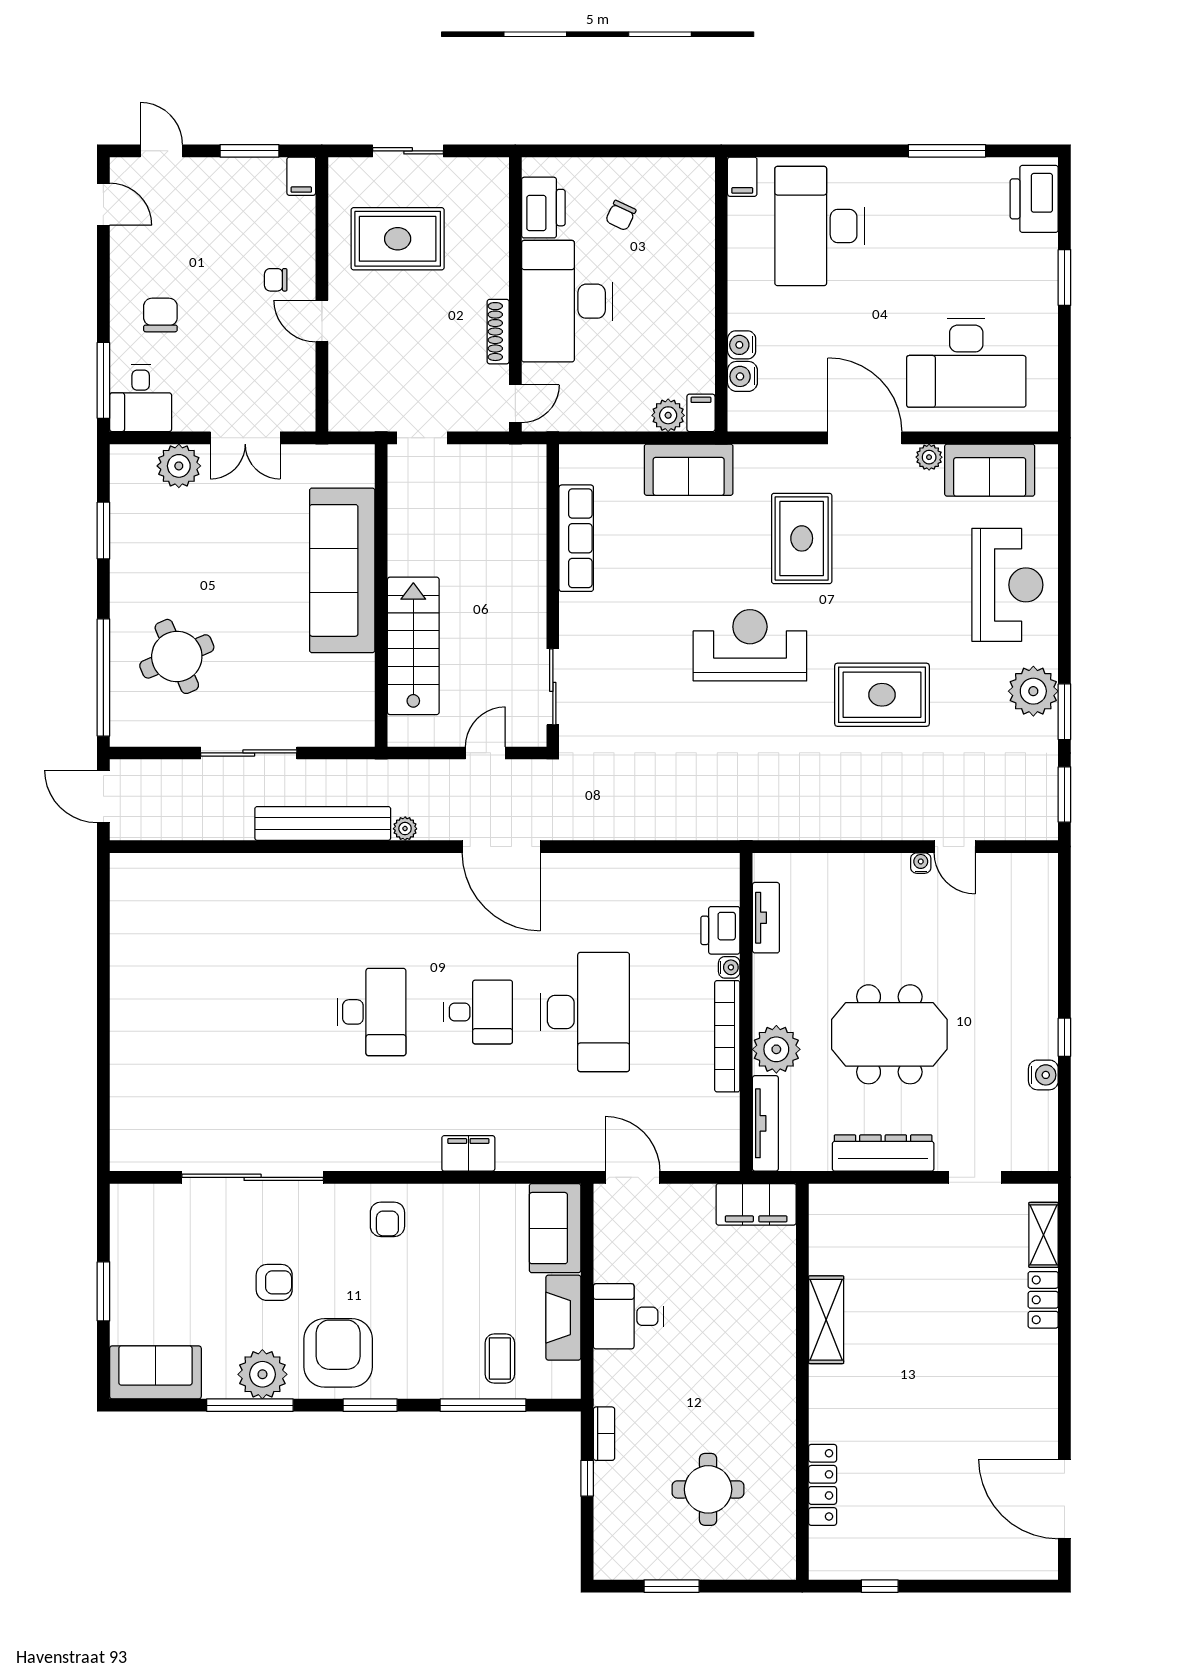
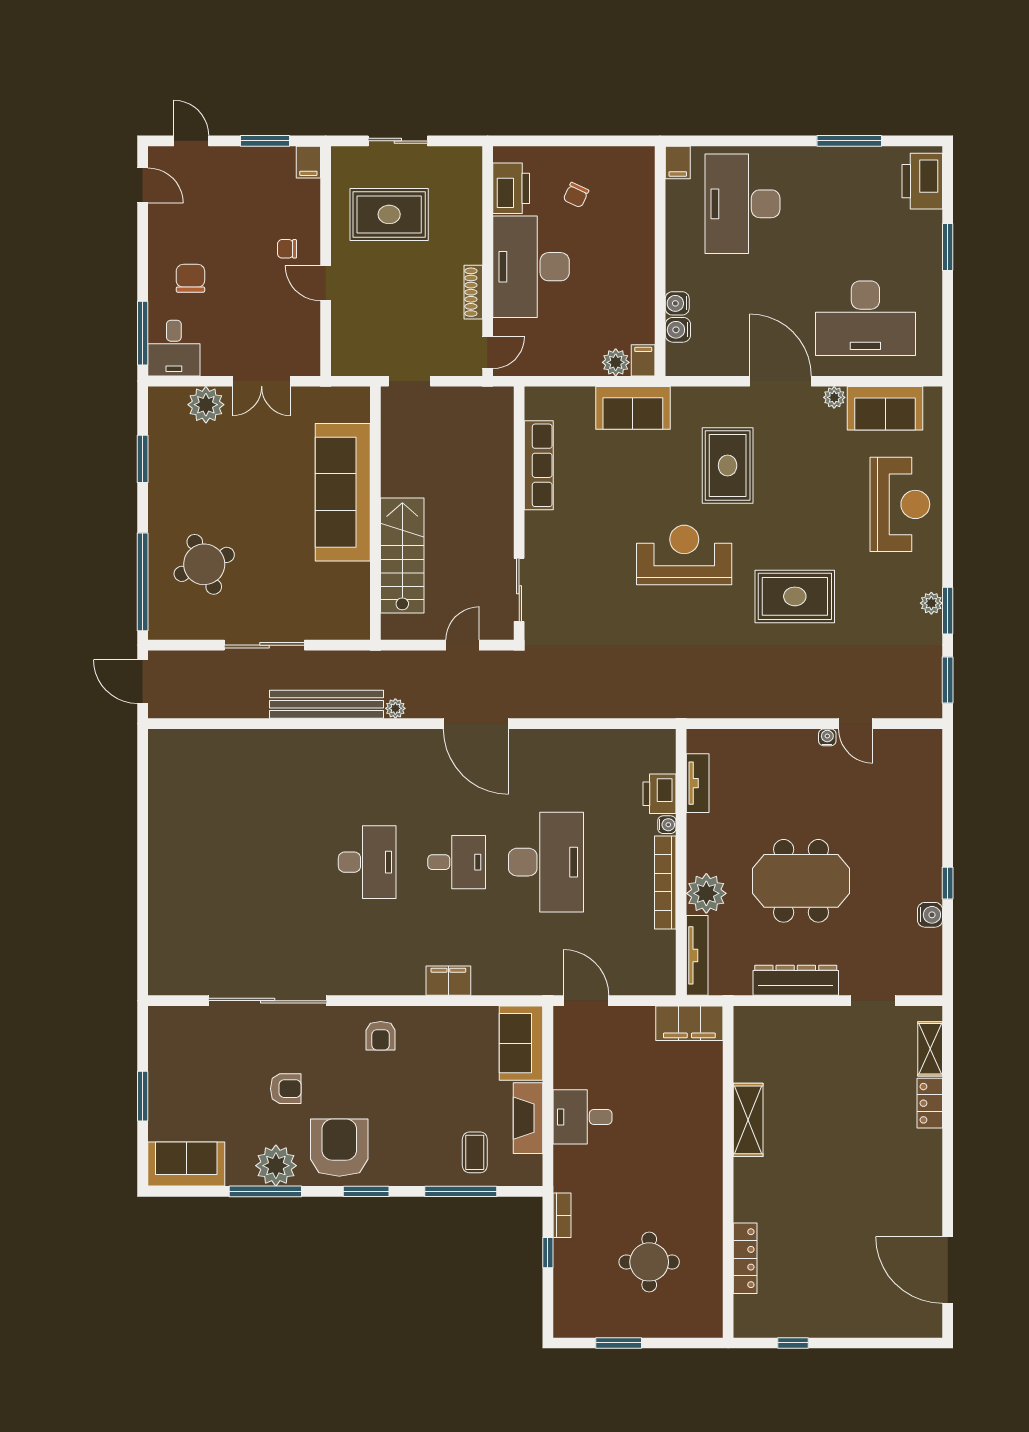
plant: (1033, 691) -> (931, 603), width x0.53, depth x0.53

